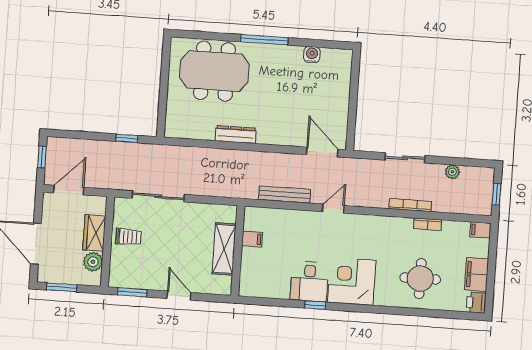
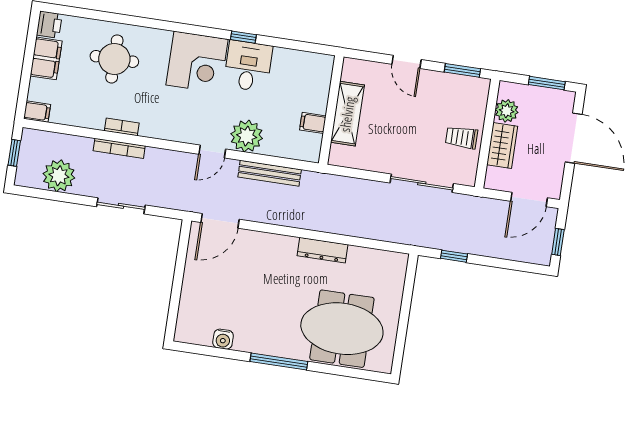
door: (322, 152) -> (220, 221), hinge flipped
plant: (452, 172) -> (59, 176), width x1.87, depth x1.87
plant: (306, 224) -> (247, 136), added
bookcase: (428, 224) -> (122, 127), moved

